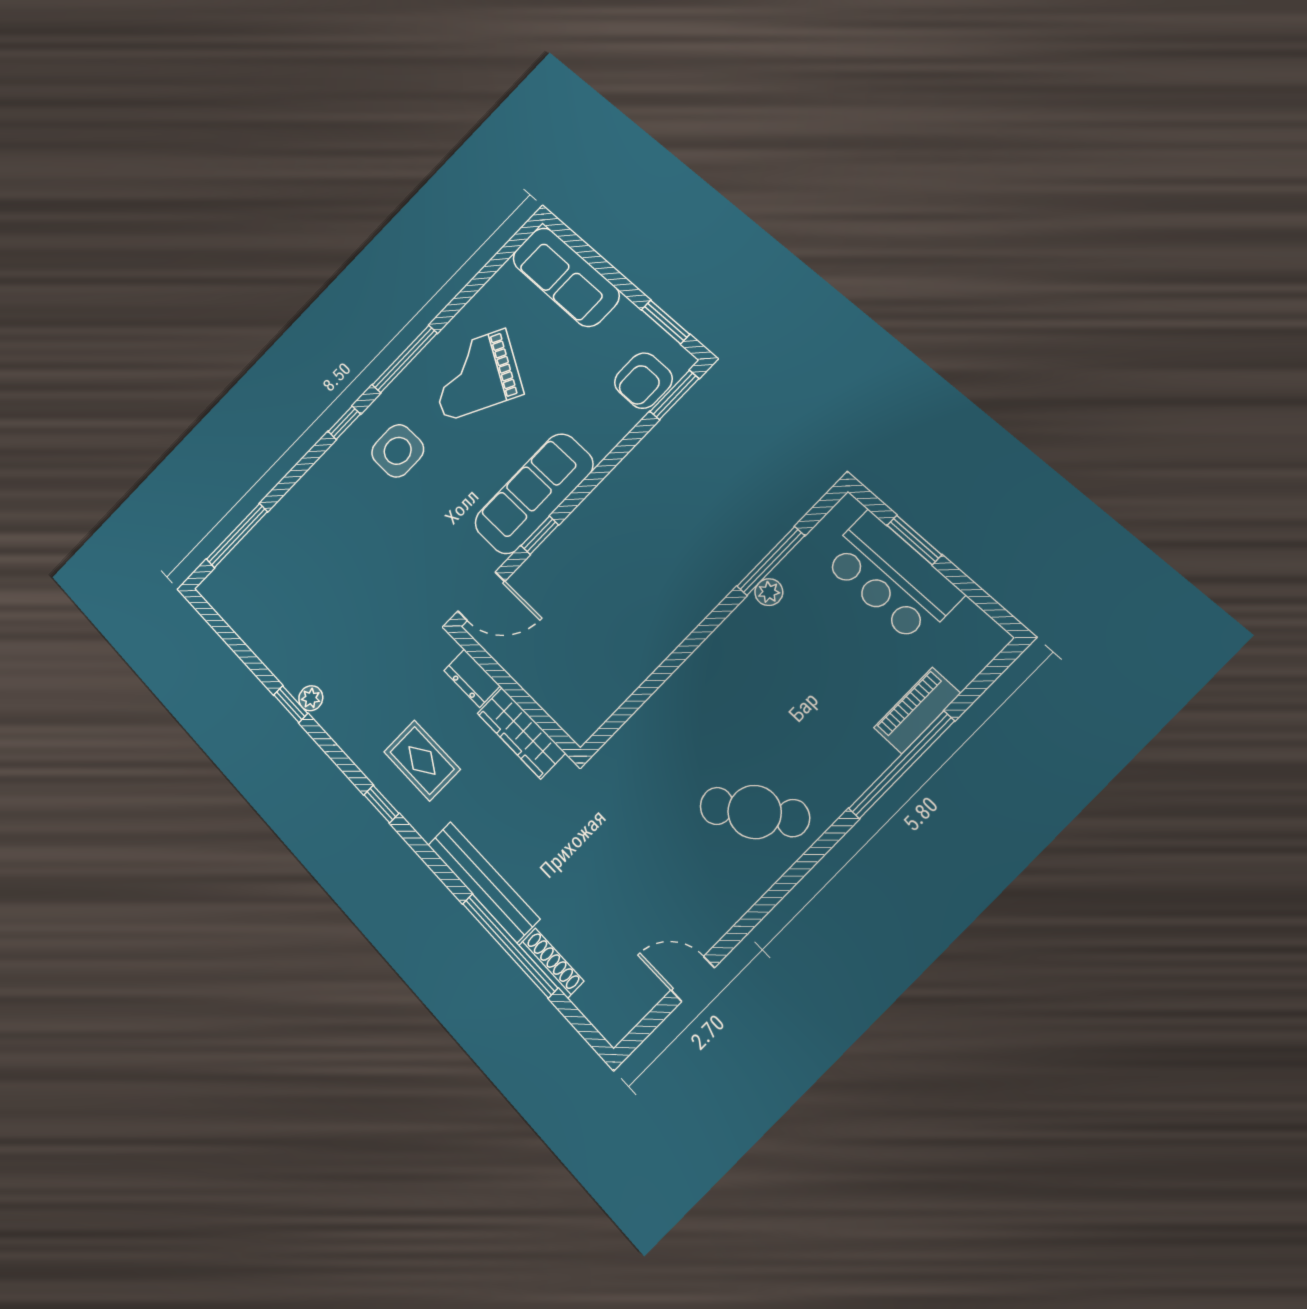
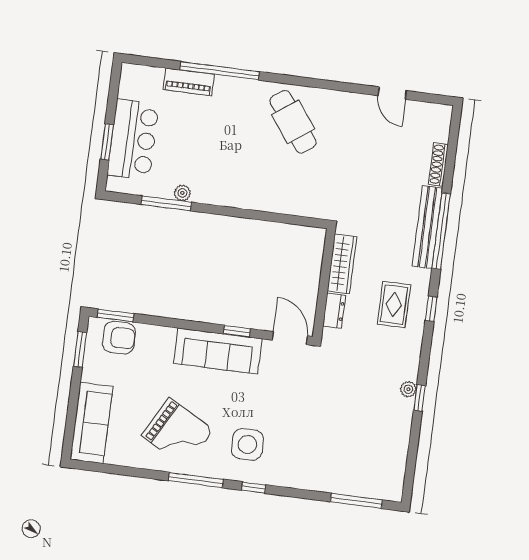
window: (510, 945) -> (441, 231), moved

